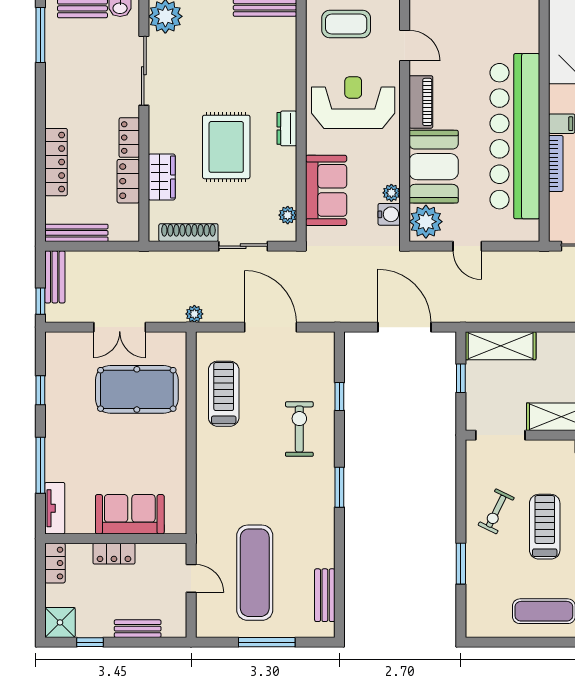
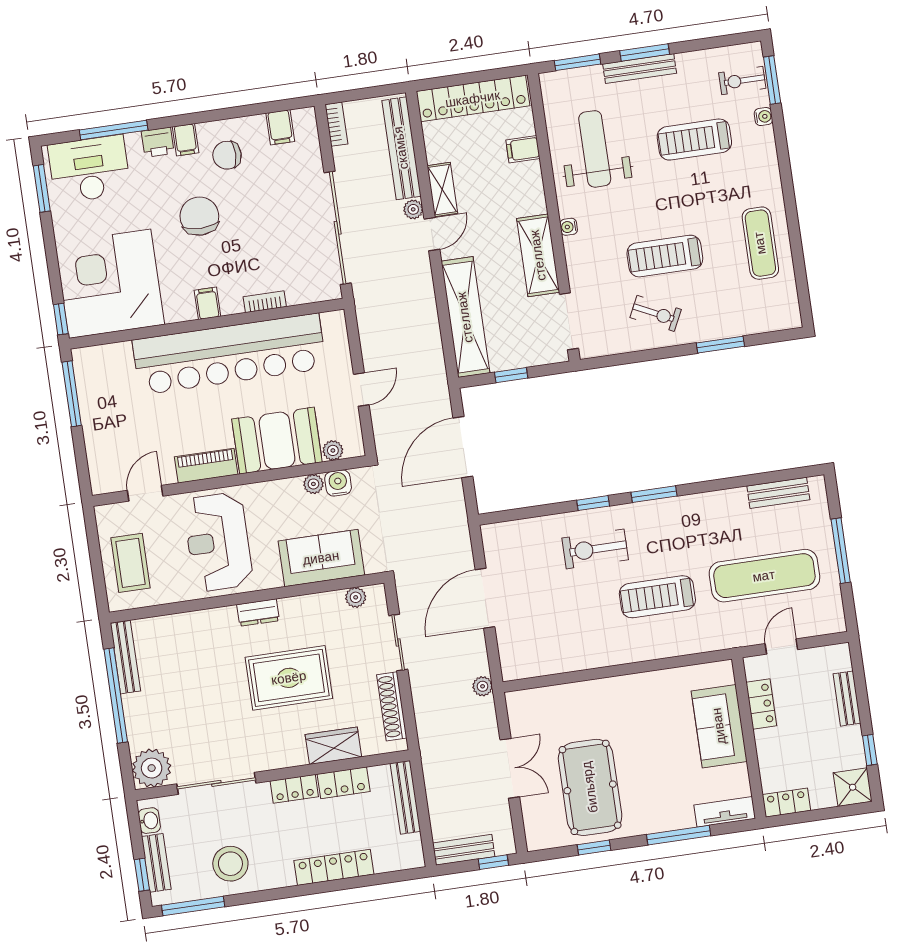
stool: (72, 73) -> (230, 864), added
bookcase: (556, 163) -> (265, 302), width x0.64
plant: (426, 222) -> (333, 450), width x0.53, depth x0.53
bench: (76, 233) -> (405, 797), moved
shelving: (501, 346) -> (465, 317), width x1.47
pool table: (137, 389) -> (590, 787), moved
treadmill: (224, 394) -> (657, 597), moved
window: (339, 397) -> (593, 503), moved
locker: (114, 554) -> (761, 704), moved

